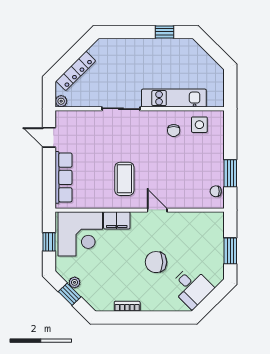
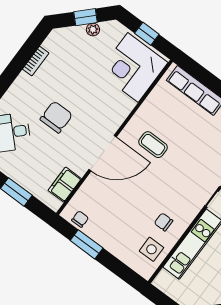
coffee table: (124, 179) -> (153, 145), width x0.73, depth x0.77
door: (157, 210) -> (103, 153), width x1.87
filing cabinet: (117, 220) -> (65, 185), moved

